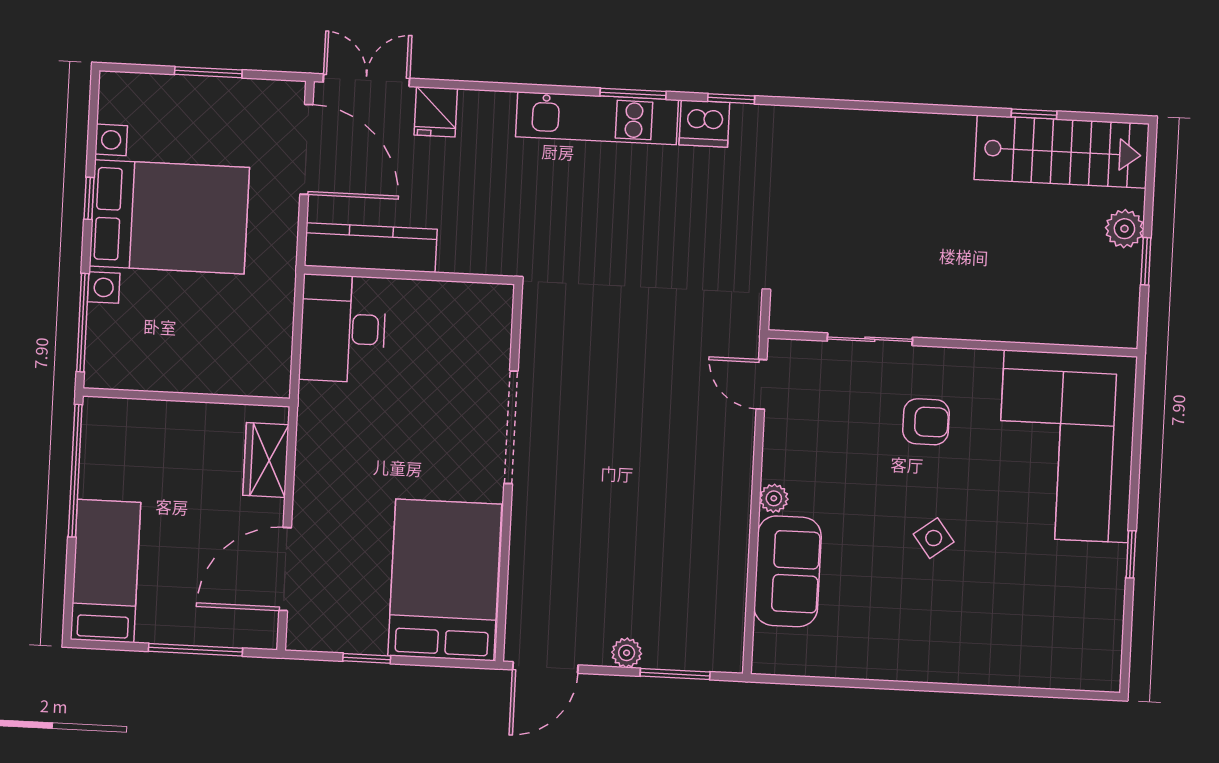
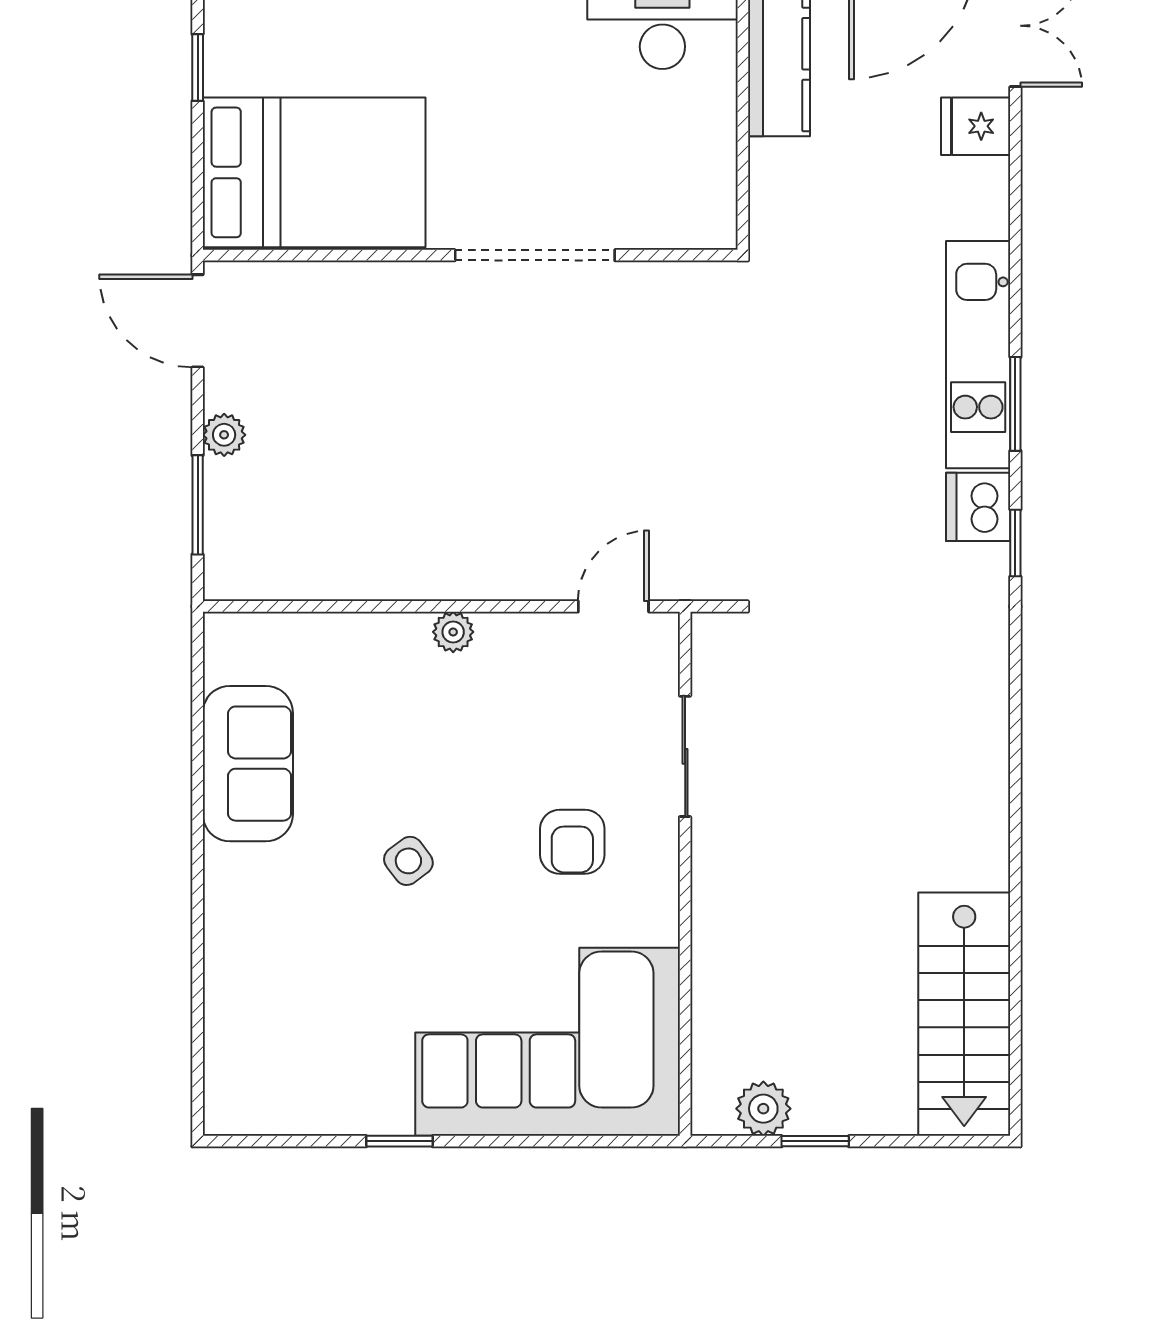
window: (1034, 114) -> (1015, 973), removed
plant: (1124, 229) -> (763, 1109), moved
sofa: (788, 571) -> (248, 764), moved, turned -90

